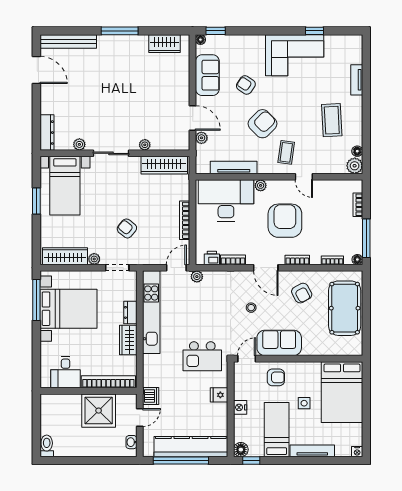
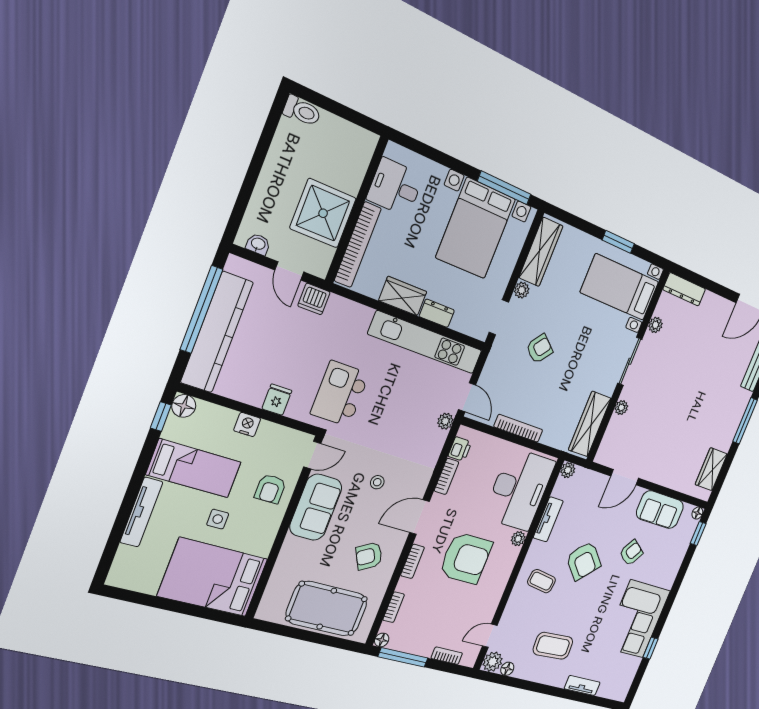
plant: (201, 138) -> (568, 470), moved
tv unit: (234, 168) -> (548, 519), width x0.71
door: (304, 177) -> (490, 636), moved
door: (247, 359) -> (312, 455), hinge flipped
nightstand: (357, 452) -> (115, 578), removed

